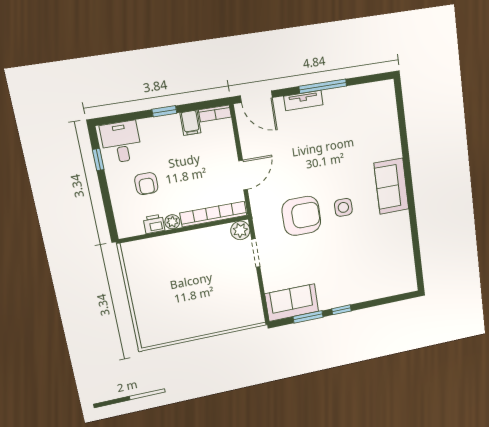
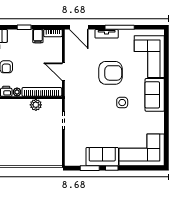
corner sofa: (376, 127) -> (149, 57), added
door: (243, 175) -> (63, 72), swing flipped
armchair: (301, 216) -> (110, 73), moved
plant: (240, 230) -> (36, 105), moved
corner sofa: (382, 274) -> (142, 150), added
sofa: (292, 303) -> (102, 157), moved

